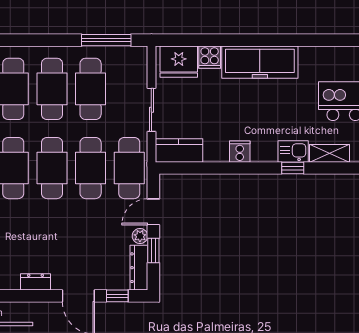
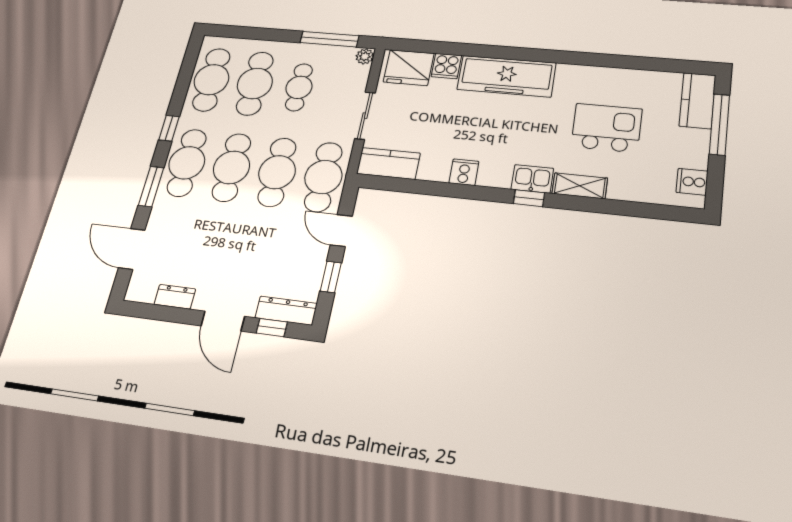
cafe table: (91, 89) -> (299, 87), width x0.73, depth x0.74
door: (153, 212) -> (341, 231), hinge flipped
plant: (140, 236) -> (365, 56), moved
dresser: (139, 268) -> (286, 311), moved, turned 90

